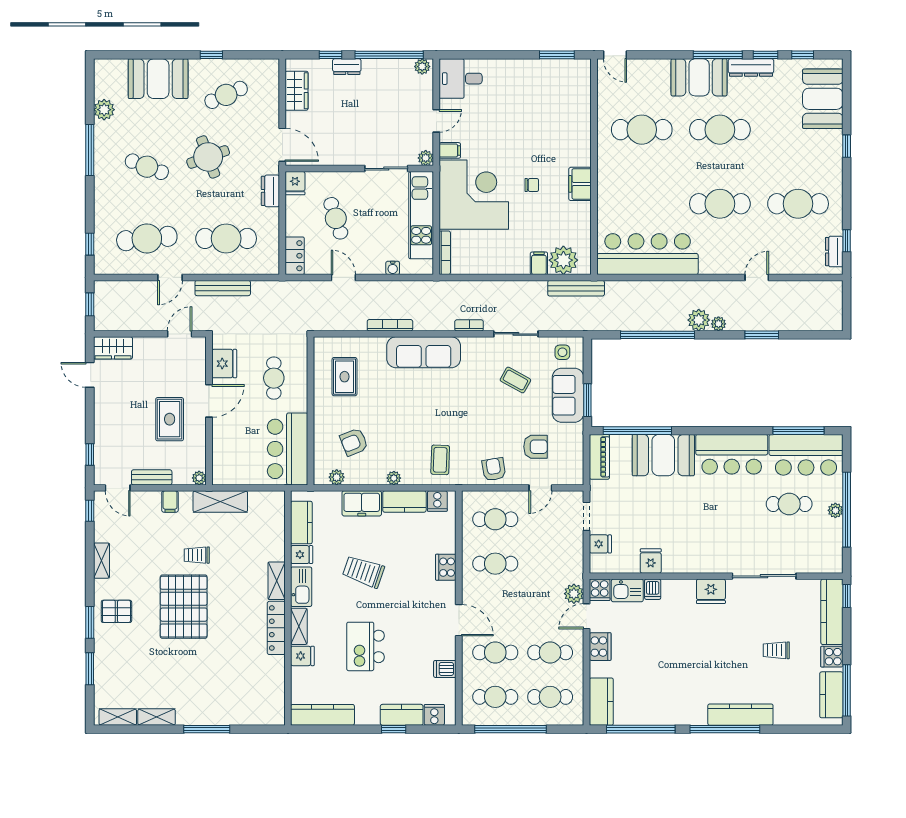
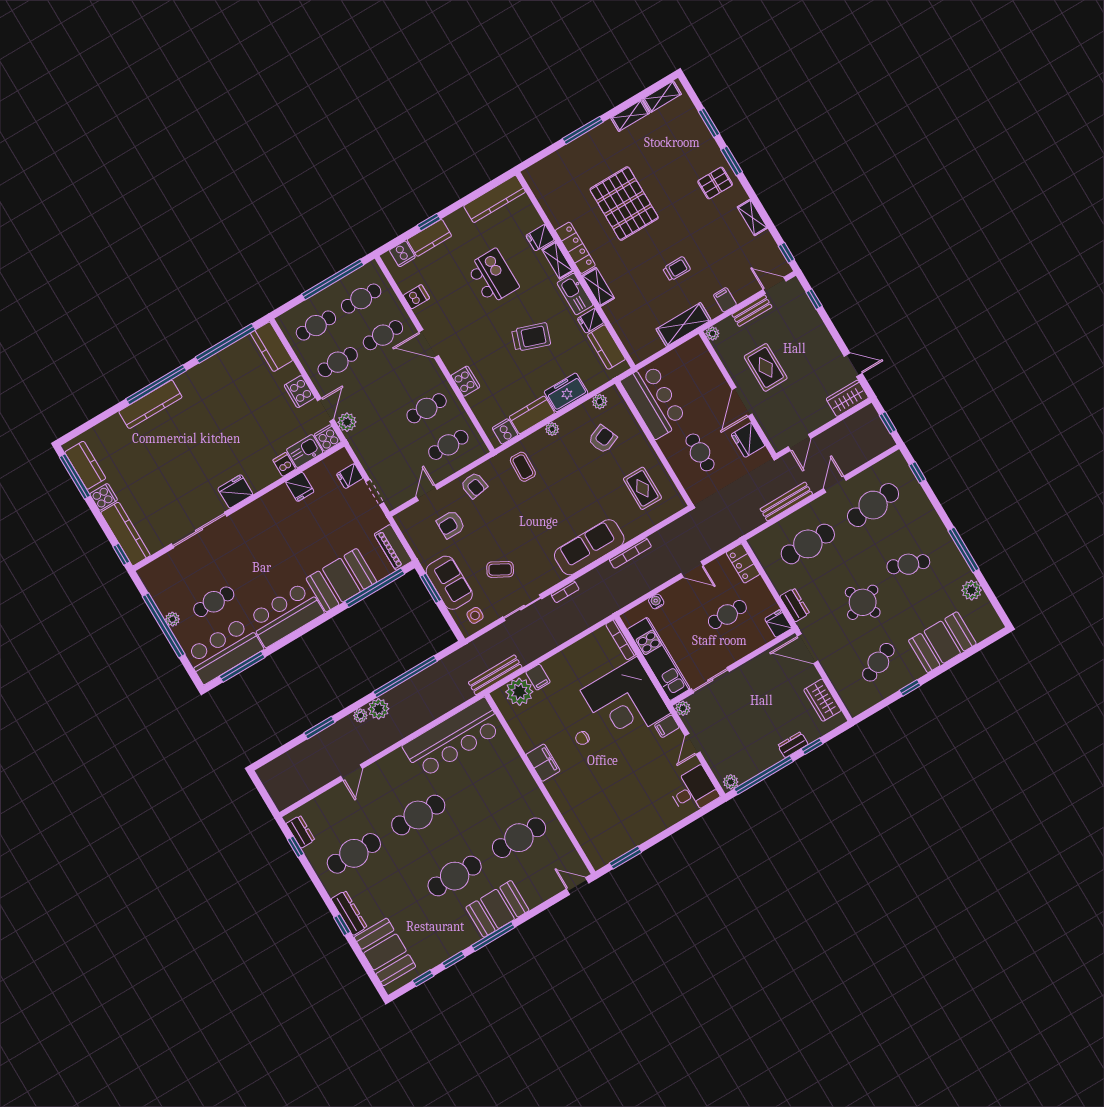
dresser: (751, 68) -> (349, 913), moved, turned 90
cafe table: (336, 218) -> (727, 614), turned -72
pallet: (184, 607) -> (624, 204), moved
trolley: (776, 650) -> (152, 475), removed

